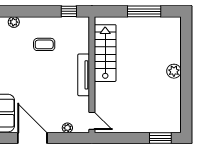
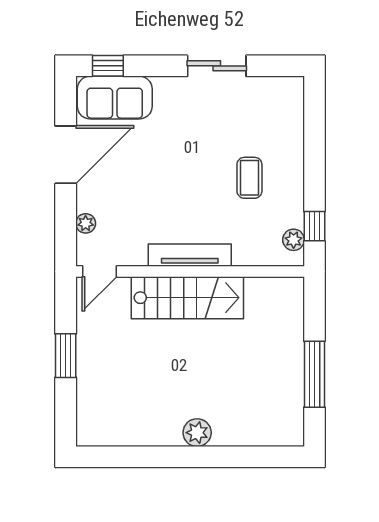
plant: (14, 22) -> (294, 240), moved
stairs: (105, 53) -> (187, 298), moved
window: (160, 138) -> (66, 356), moved

